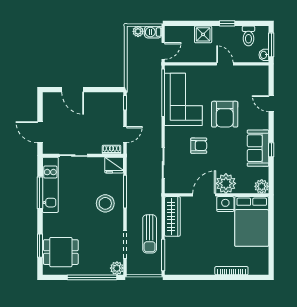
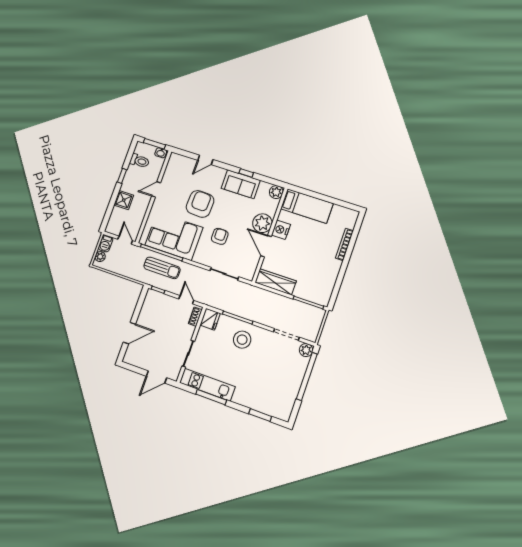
armchair: (225, 114) -> (200, 204), turned -88
bed: (252, 221) -> (307, 206), width x0.67
sun lounger: (150, 234) -> (162, 268), moved
dining table: (61, 252) -> (273, 397), removed

